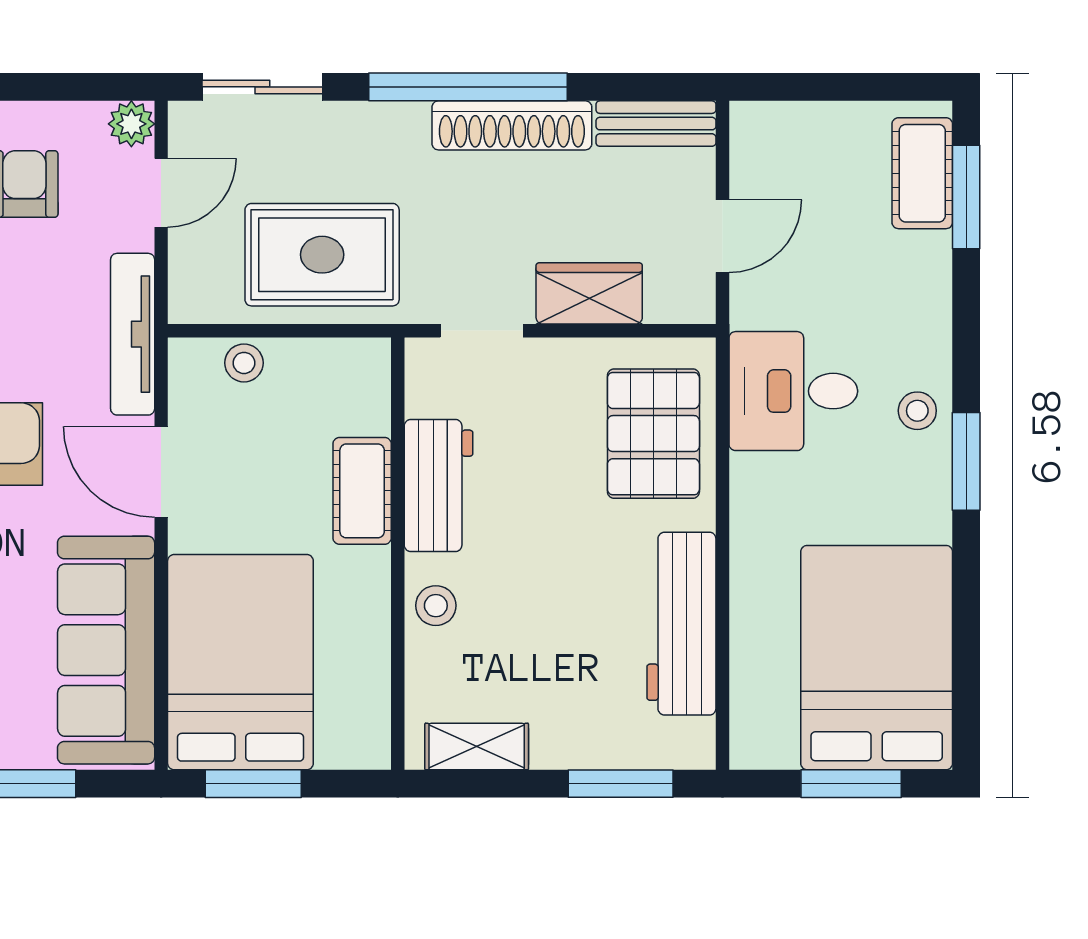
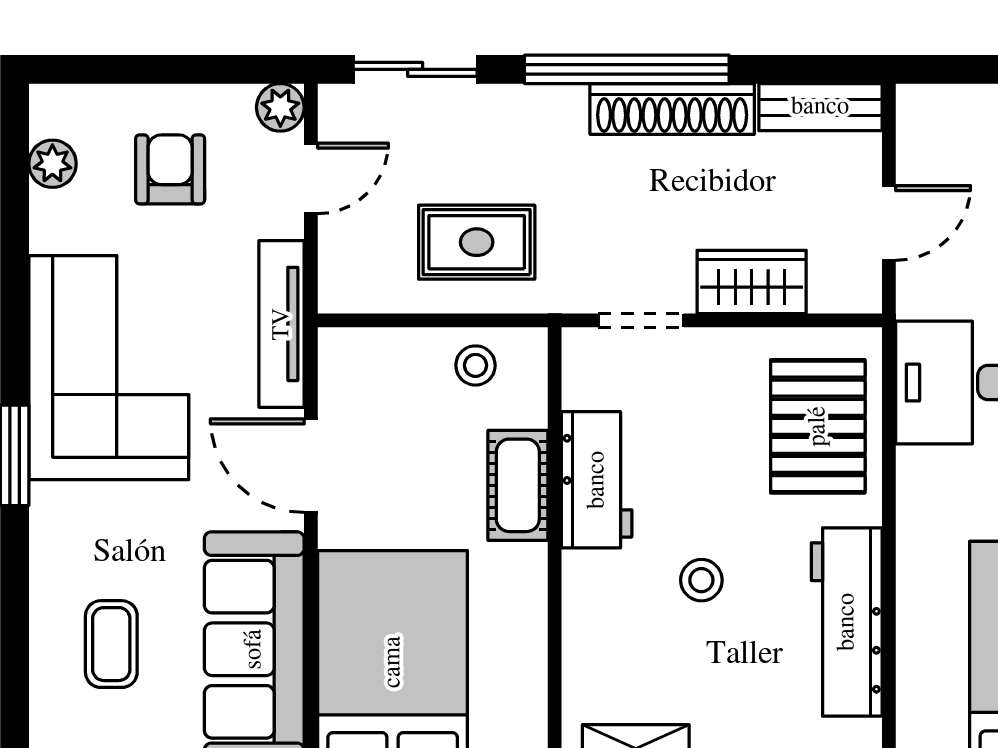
rug: (322, 255) -> (477, 242), width x0.73, depth x0.70
stool: (244, 363) -> (475, 365), moved
stool: (436, 606) -> (701, 580), moved

